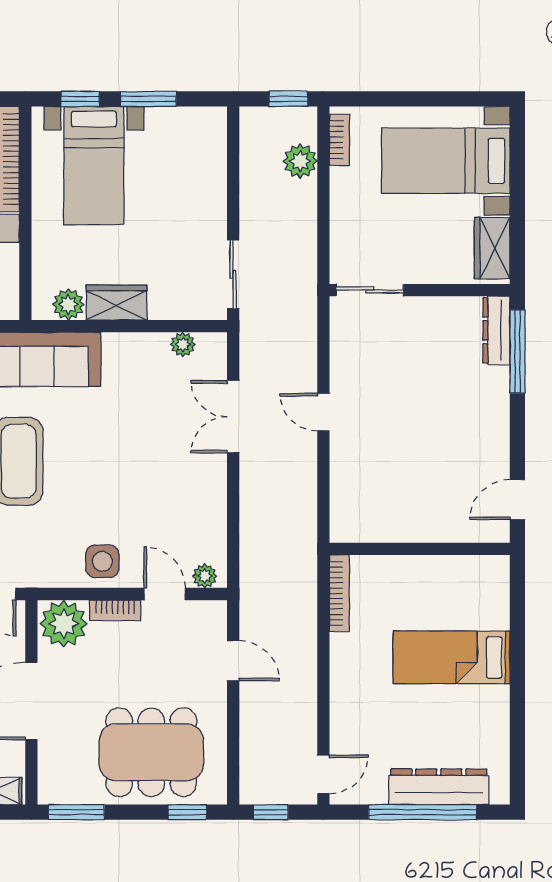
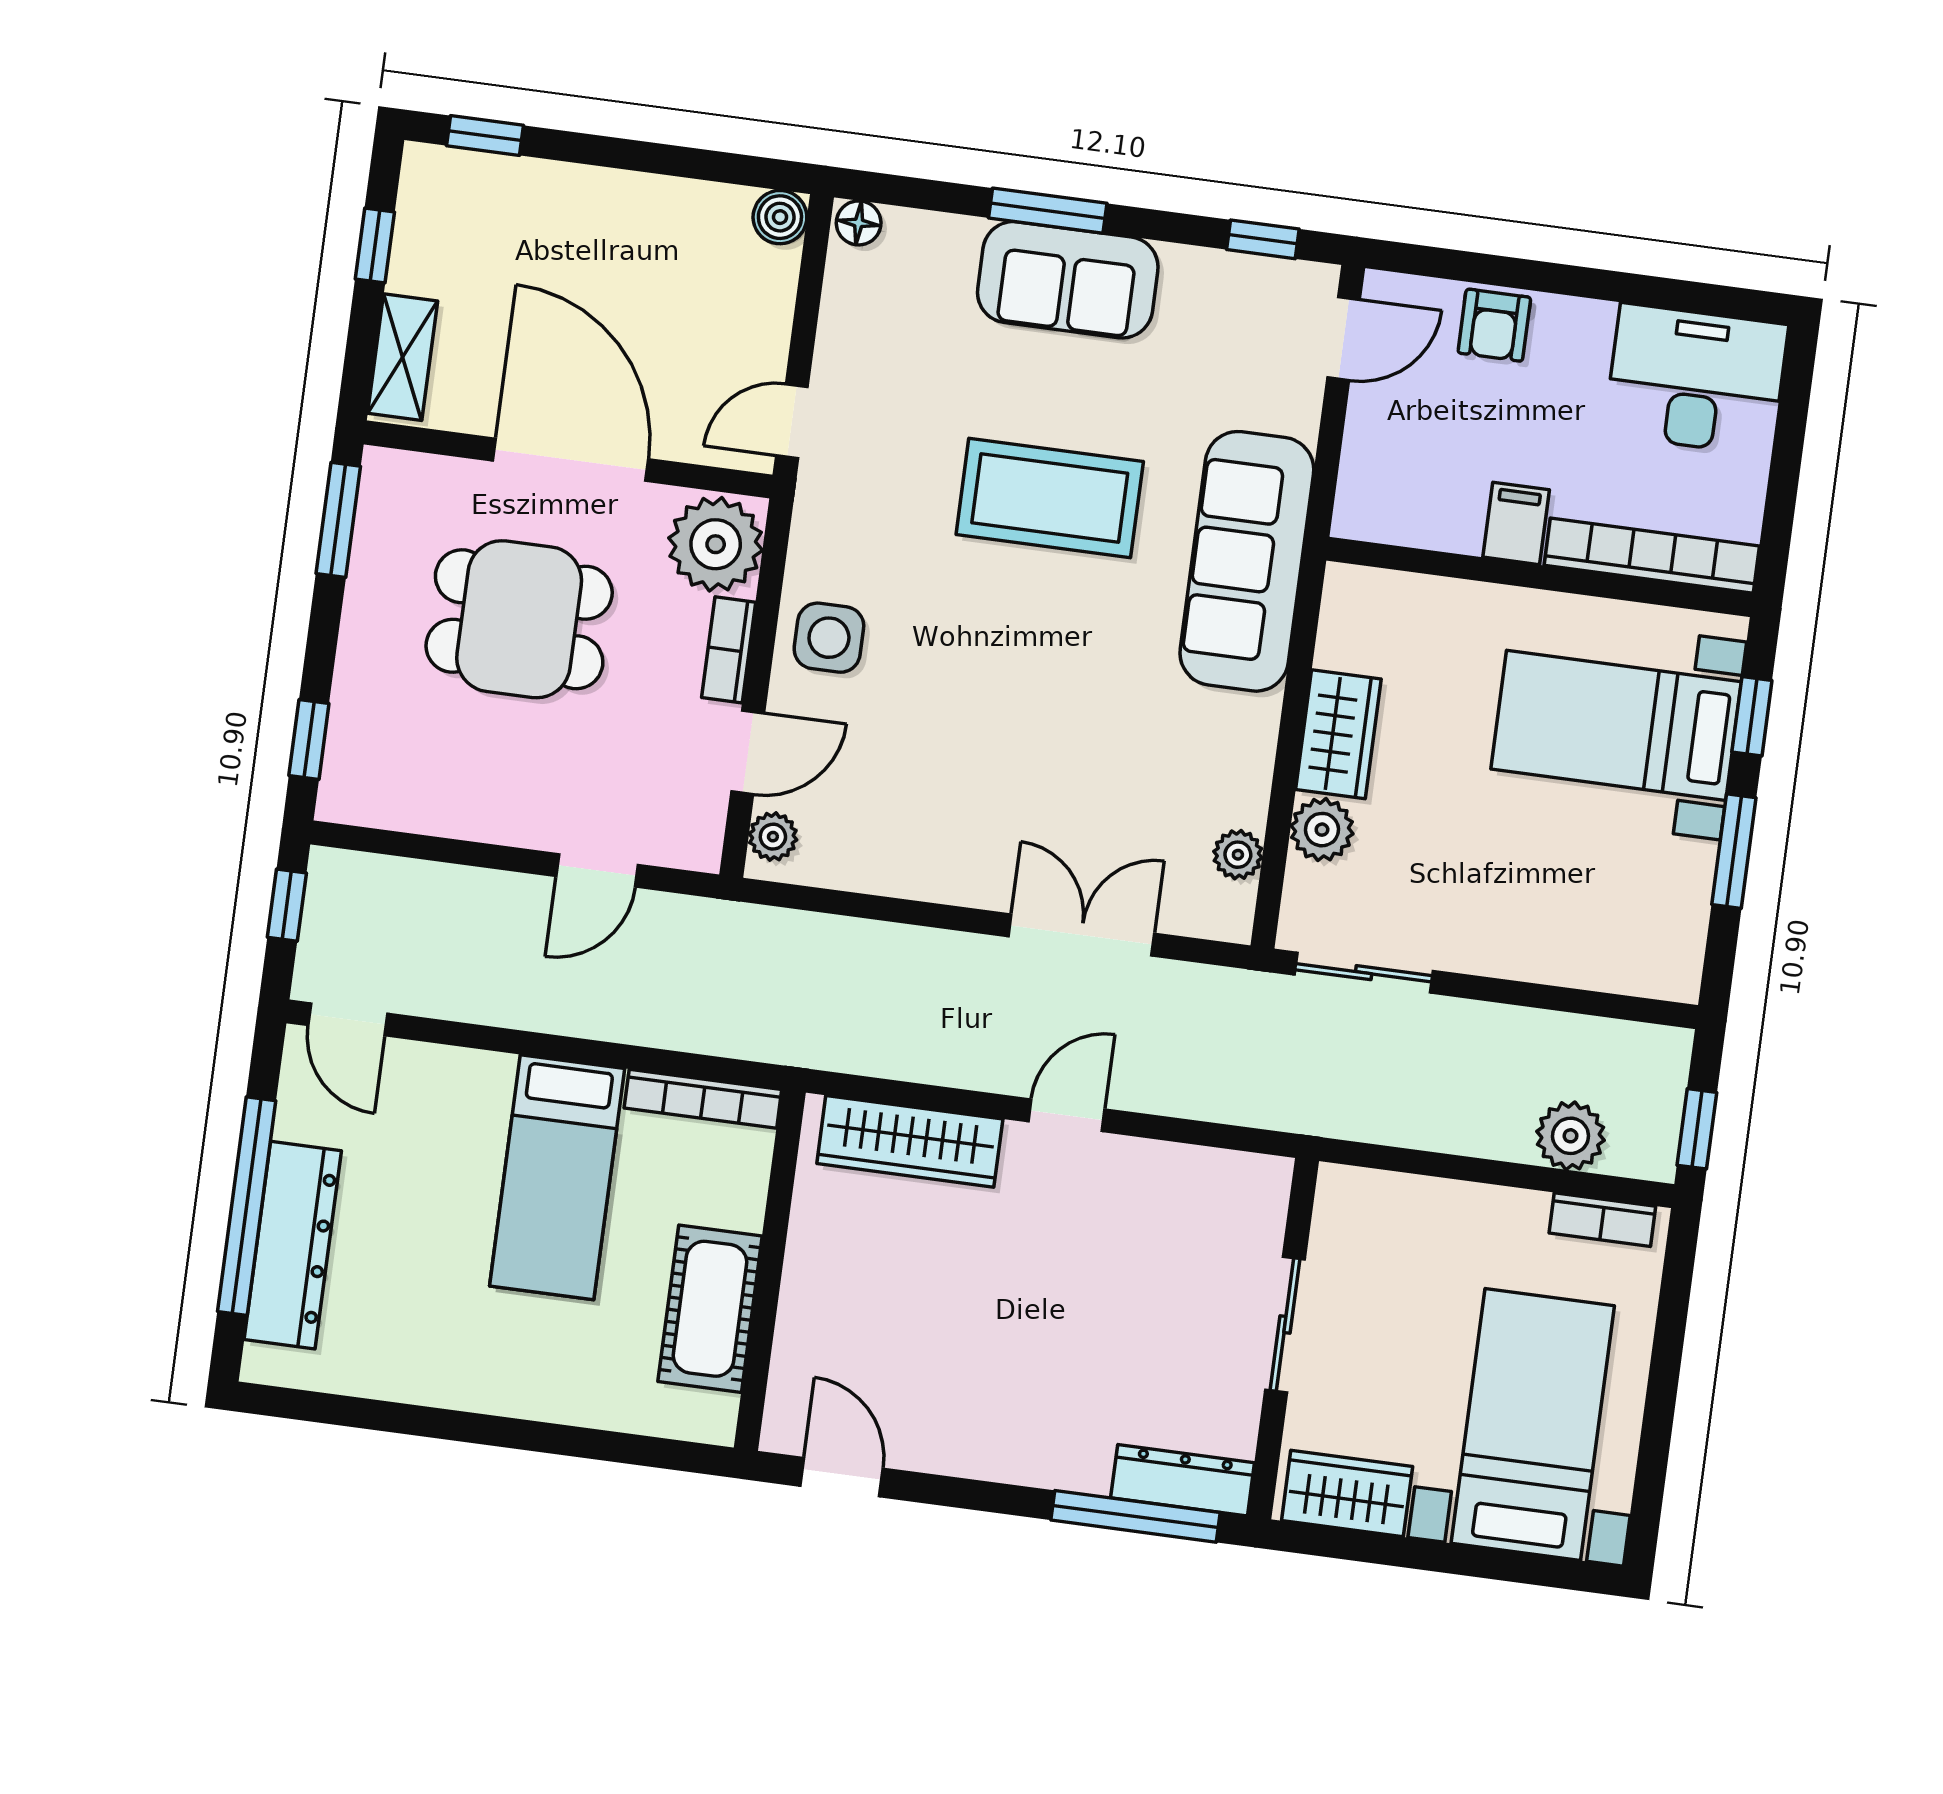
sliding door: (370, 290) -> (1285, 1325), moved
plant: (68, 304) -> (1322, 830), moved
wardrobe: (347, 488) -> (910, 1141), added
cot: (443, 576) -> (710, 1309), added
bed: (452, 657) -> (557, 1177), moved, turned 180
dining table: (151, 752) -> (519, 619), moved, width x0.73

